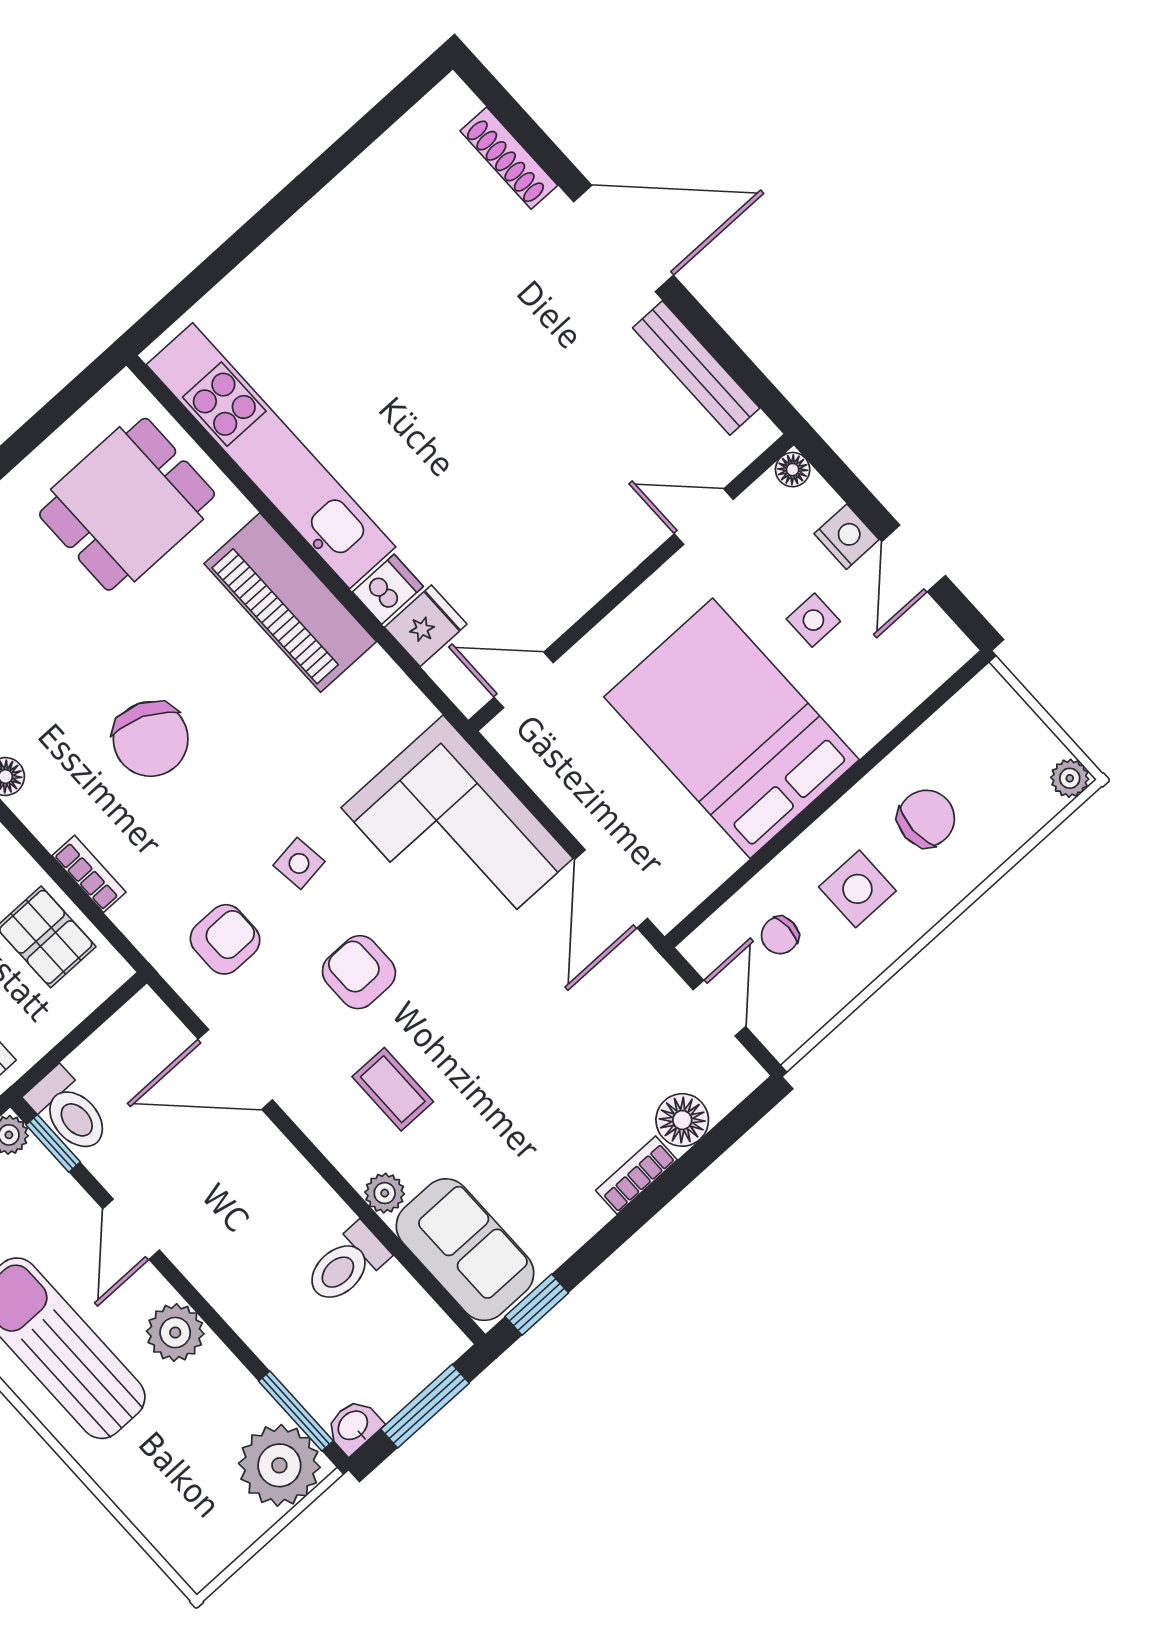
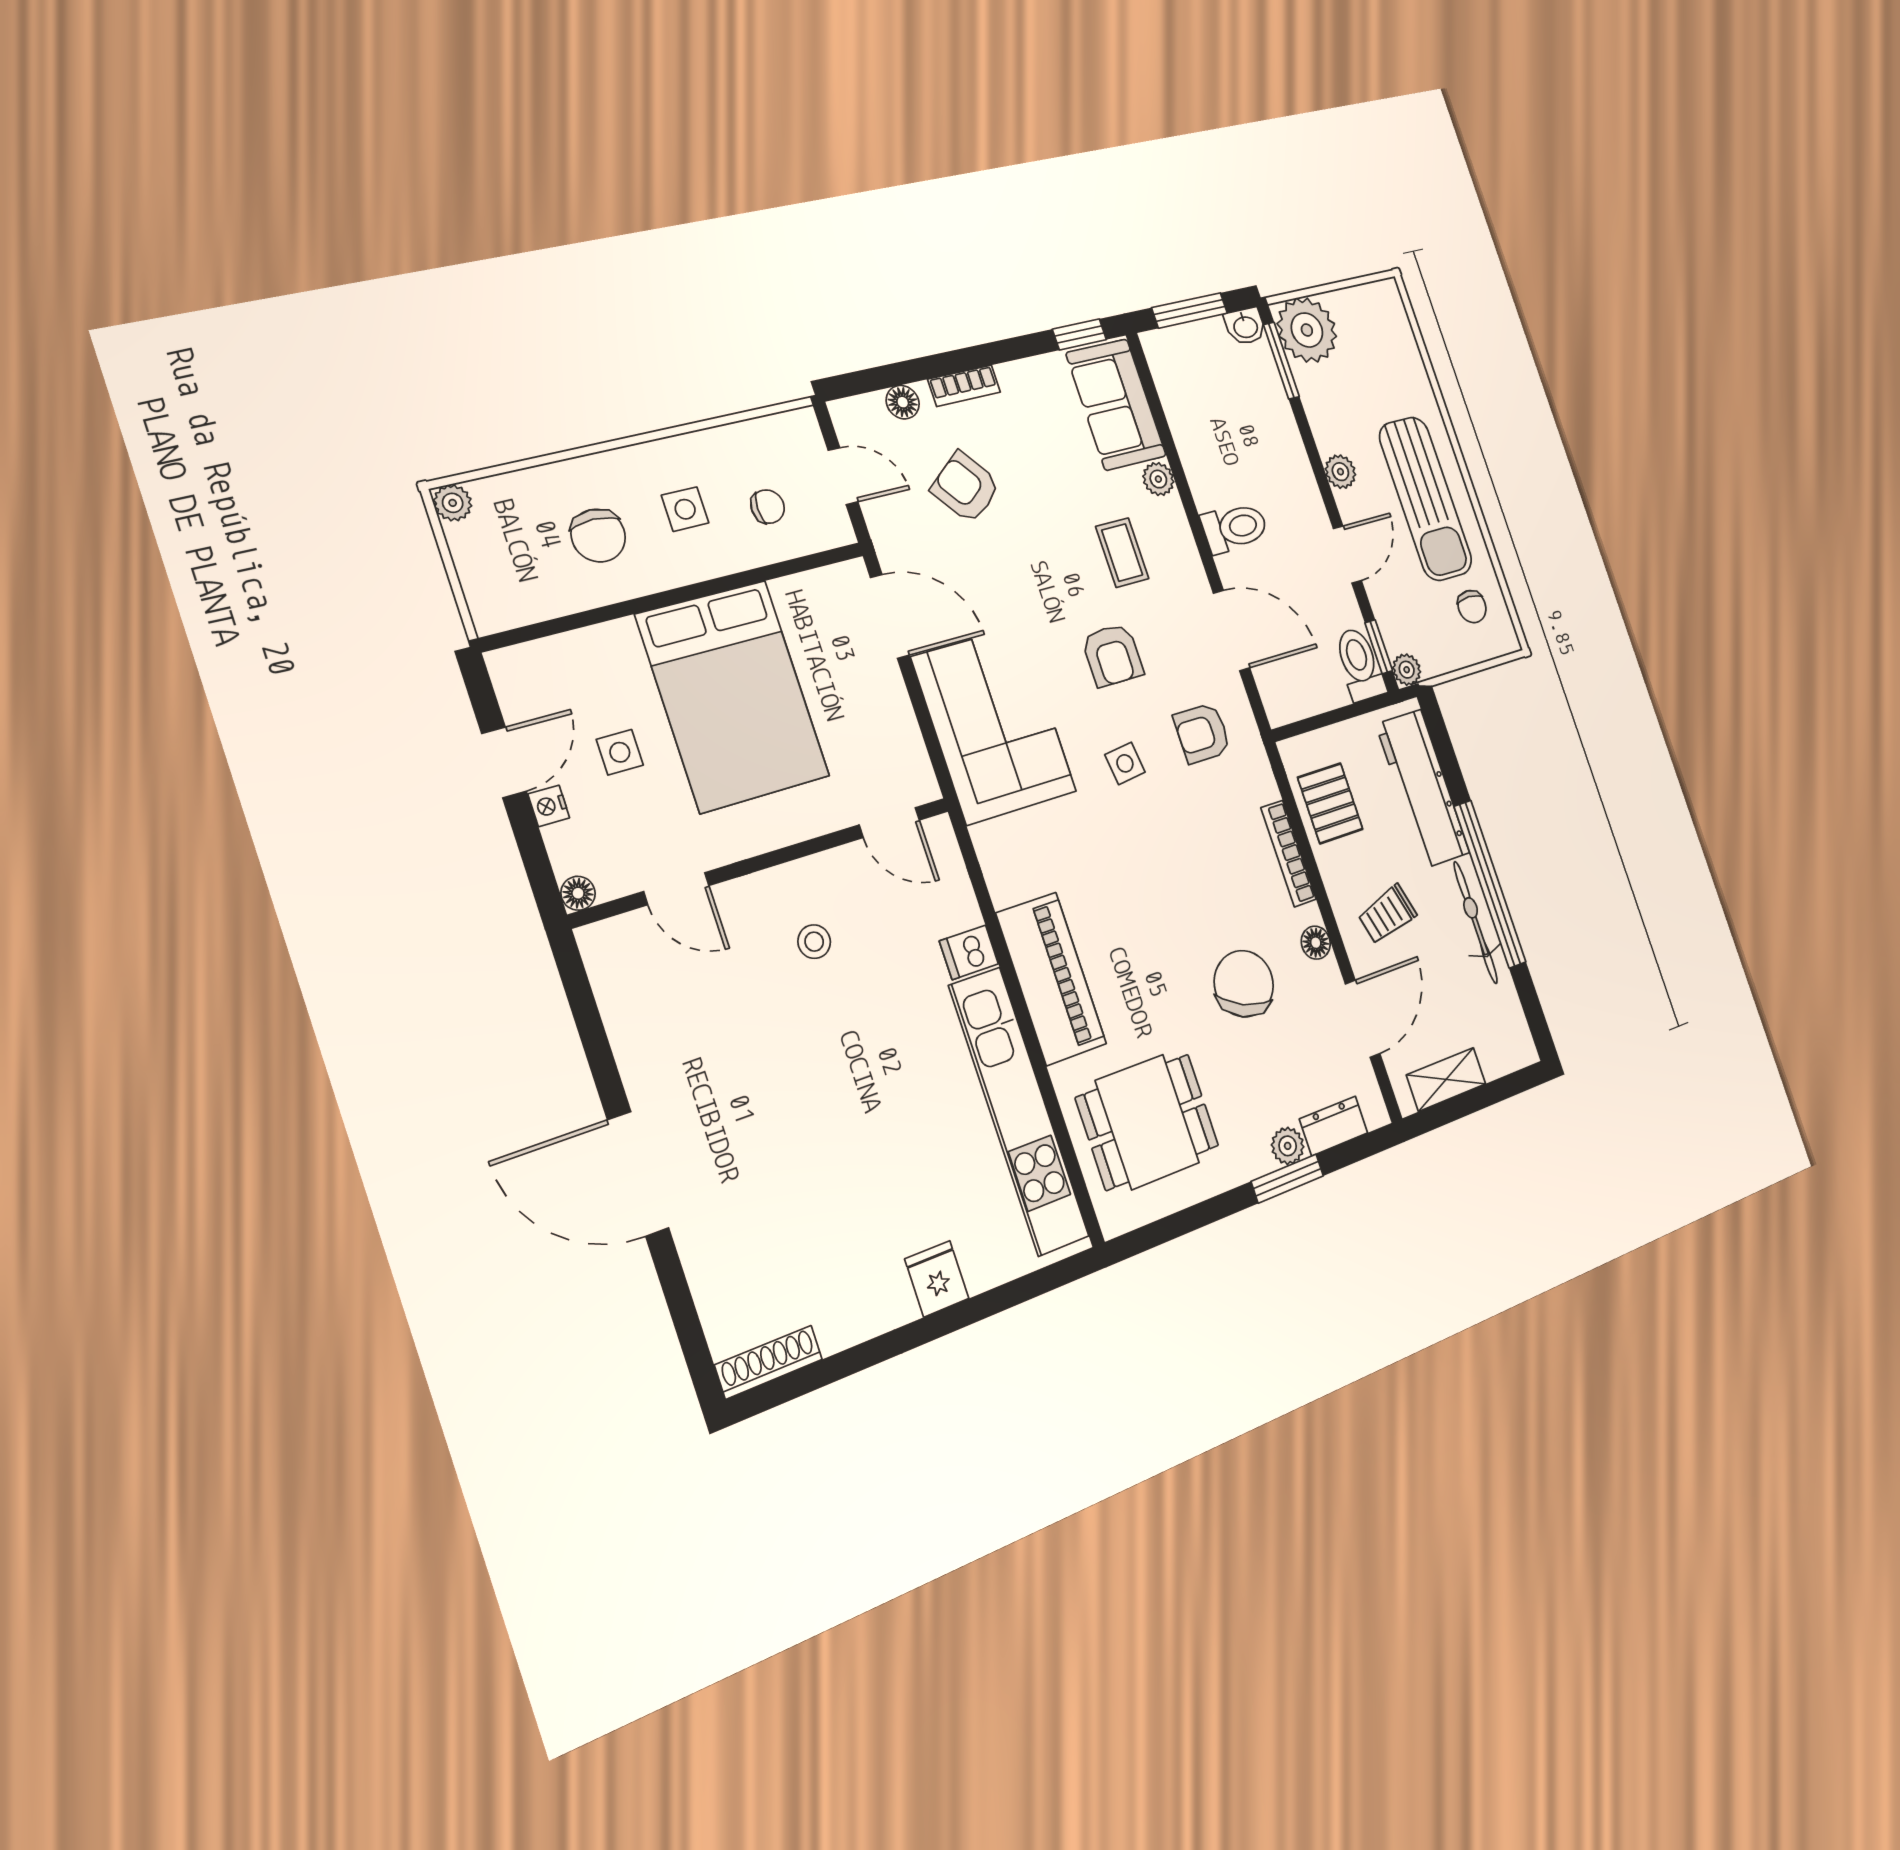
shoe rack: (509, 158) -> (769, 1362), moved, turned -90
bench: (696, 368) -> (624, 1025), removed
stool: (549, 528) -> (814, 942), added
nightstand: (847, 537) -> (549, 806), width x0.72, depth x0.74
fridge: (426, 626) -> (937, 1279), moved, turned 90
chair: (151, 739) -> (1244, 984), moved
chair: (926, 818) -> (598, 536), turned -90
bookcase: (89, 874) -> (1288, 854), width x1.56
door: (611, 889) -> (890, 616), hinge flipped
side table: (857, 889) -> (685, 509), width x0.73, depth x0.73
door: (719, 1008) -> (843, 476), swing flipped
armchair: (590, 1067) -> (966, 487), added
floor lamp: (682, 1120) -> (903, 402), width x0.73, depth x0.73
toilet: (346, 1264) -> (1235, 528), moved
plant: (175, 1333) -> (1340, 472), width x0.73, depth x0.73

